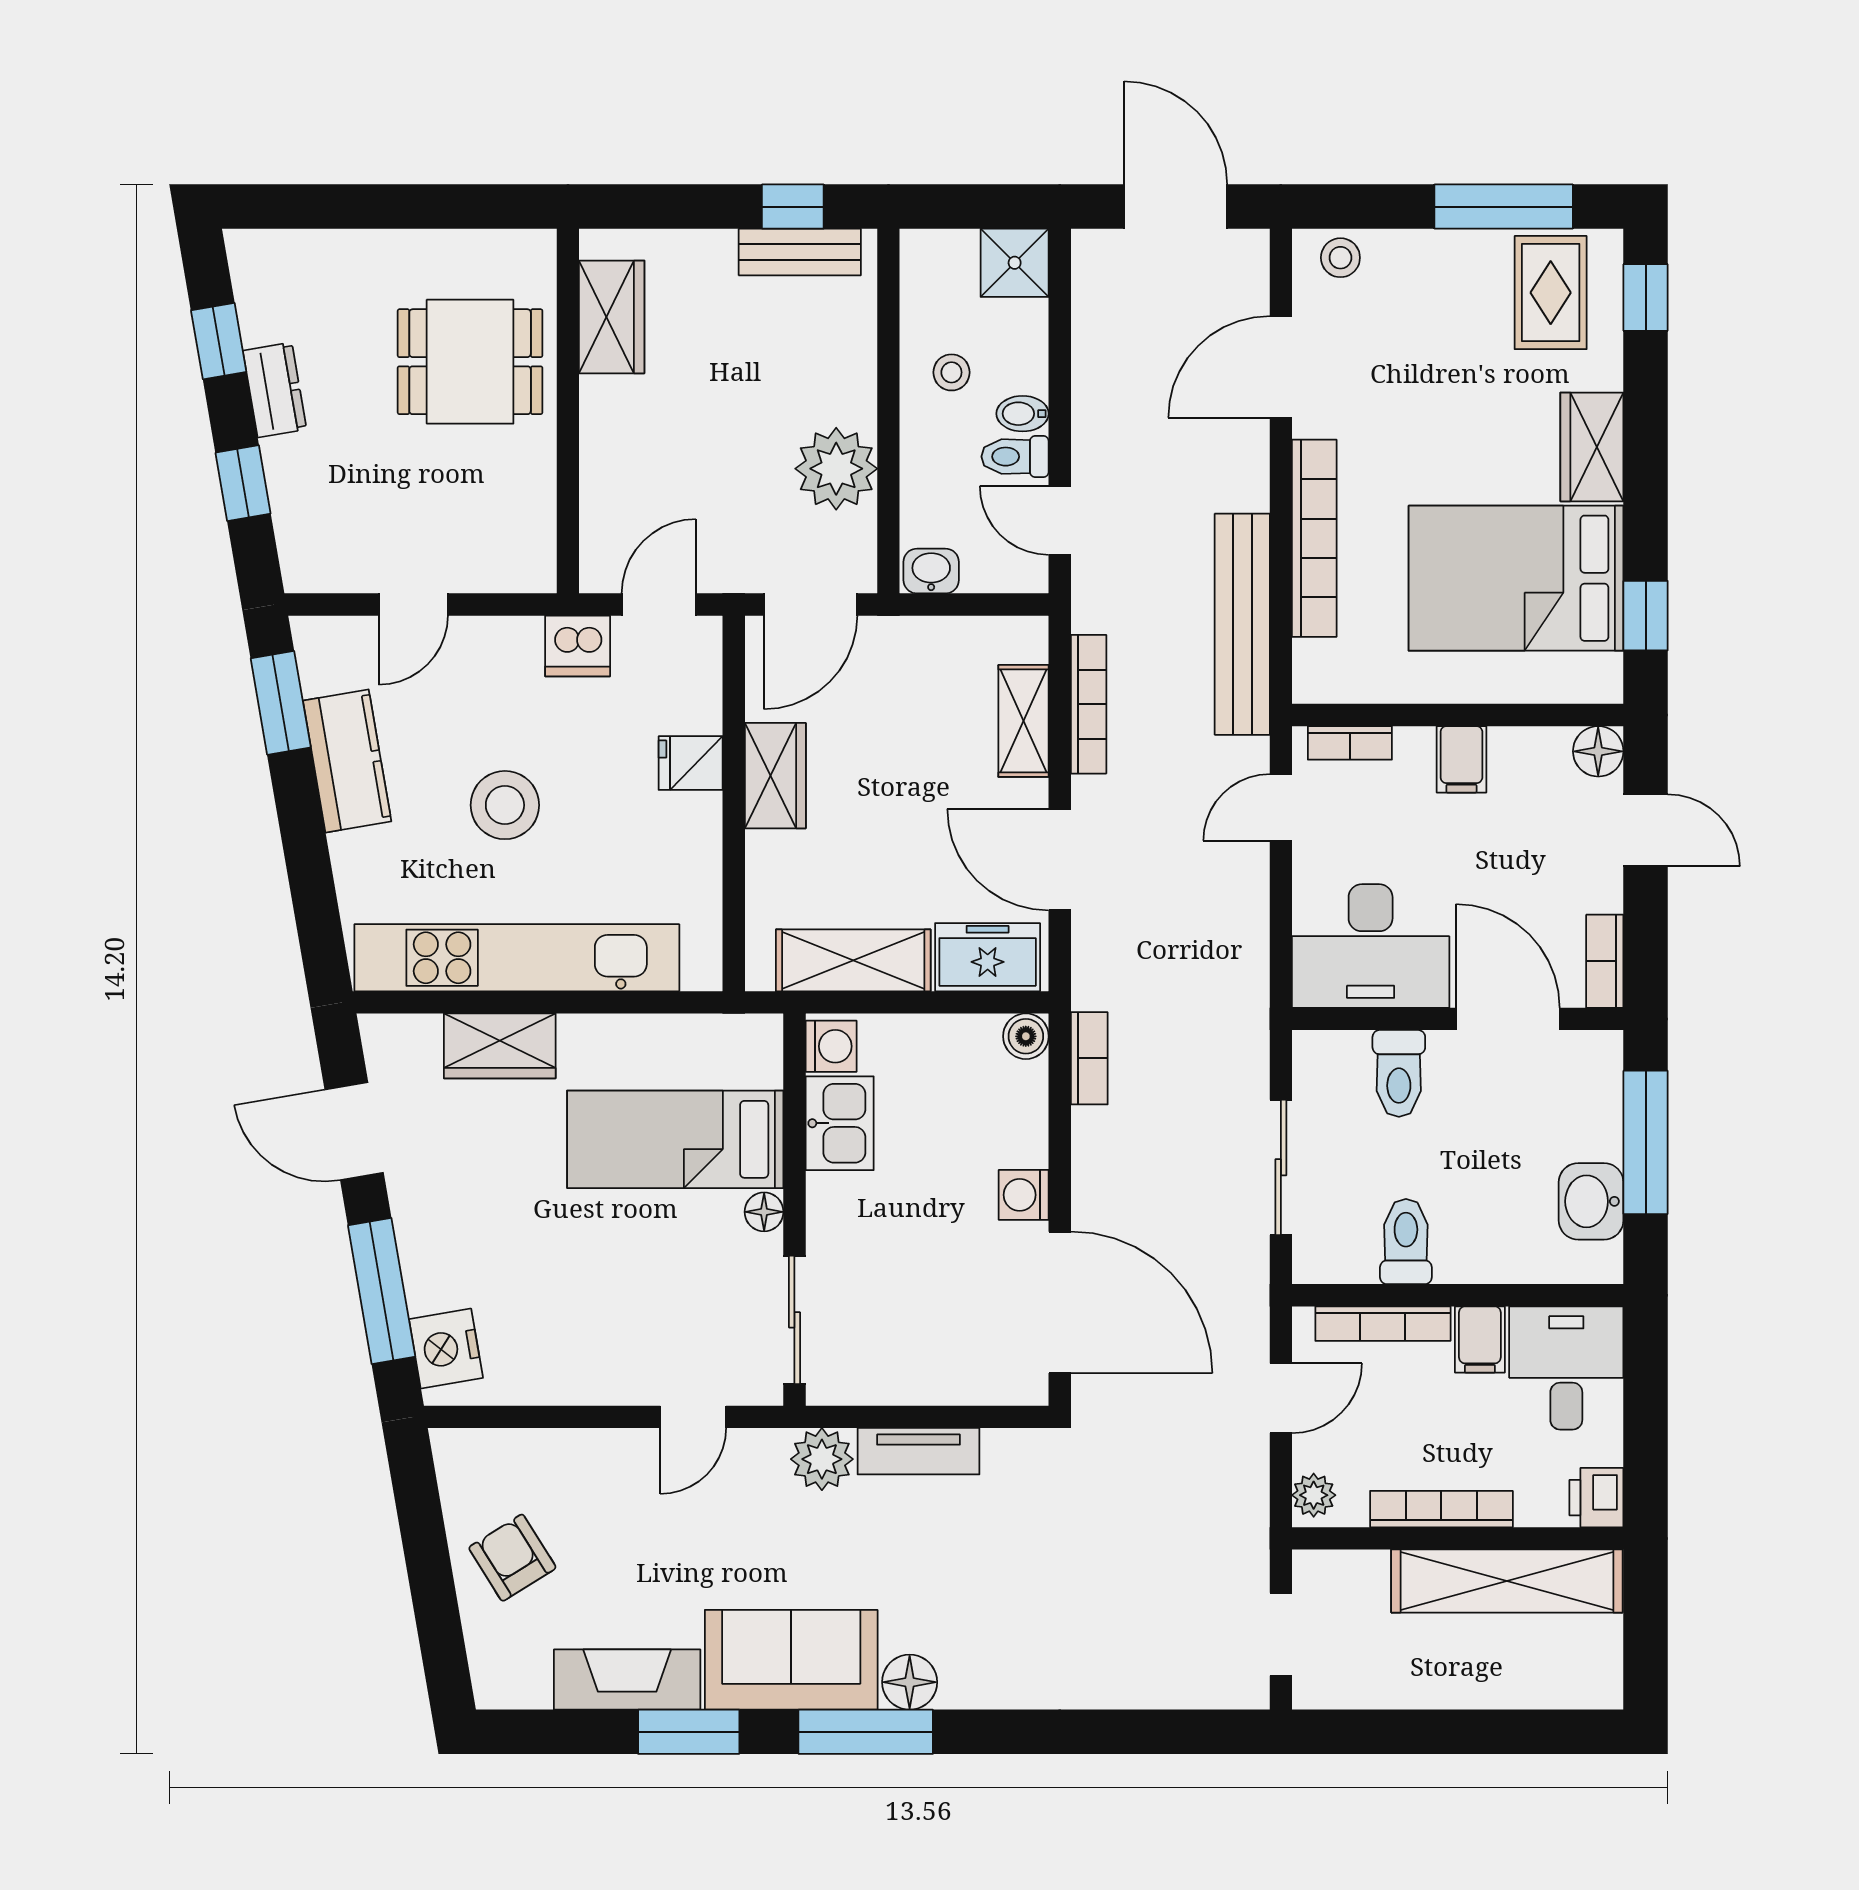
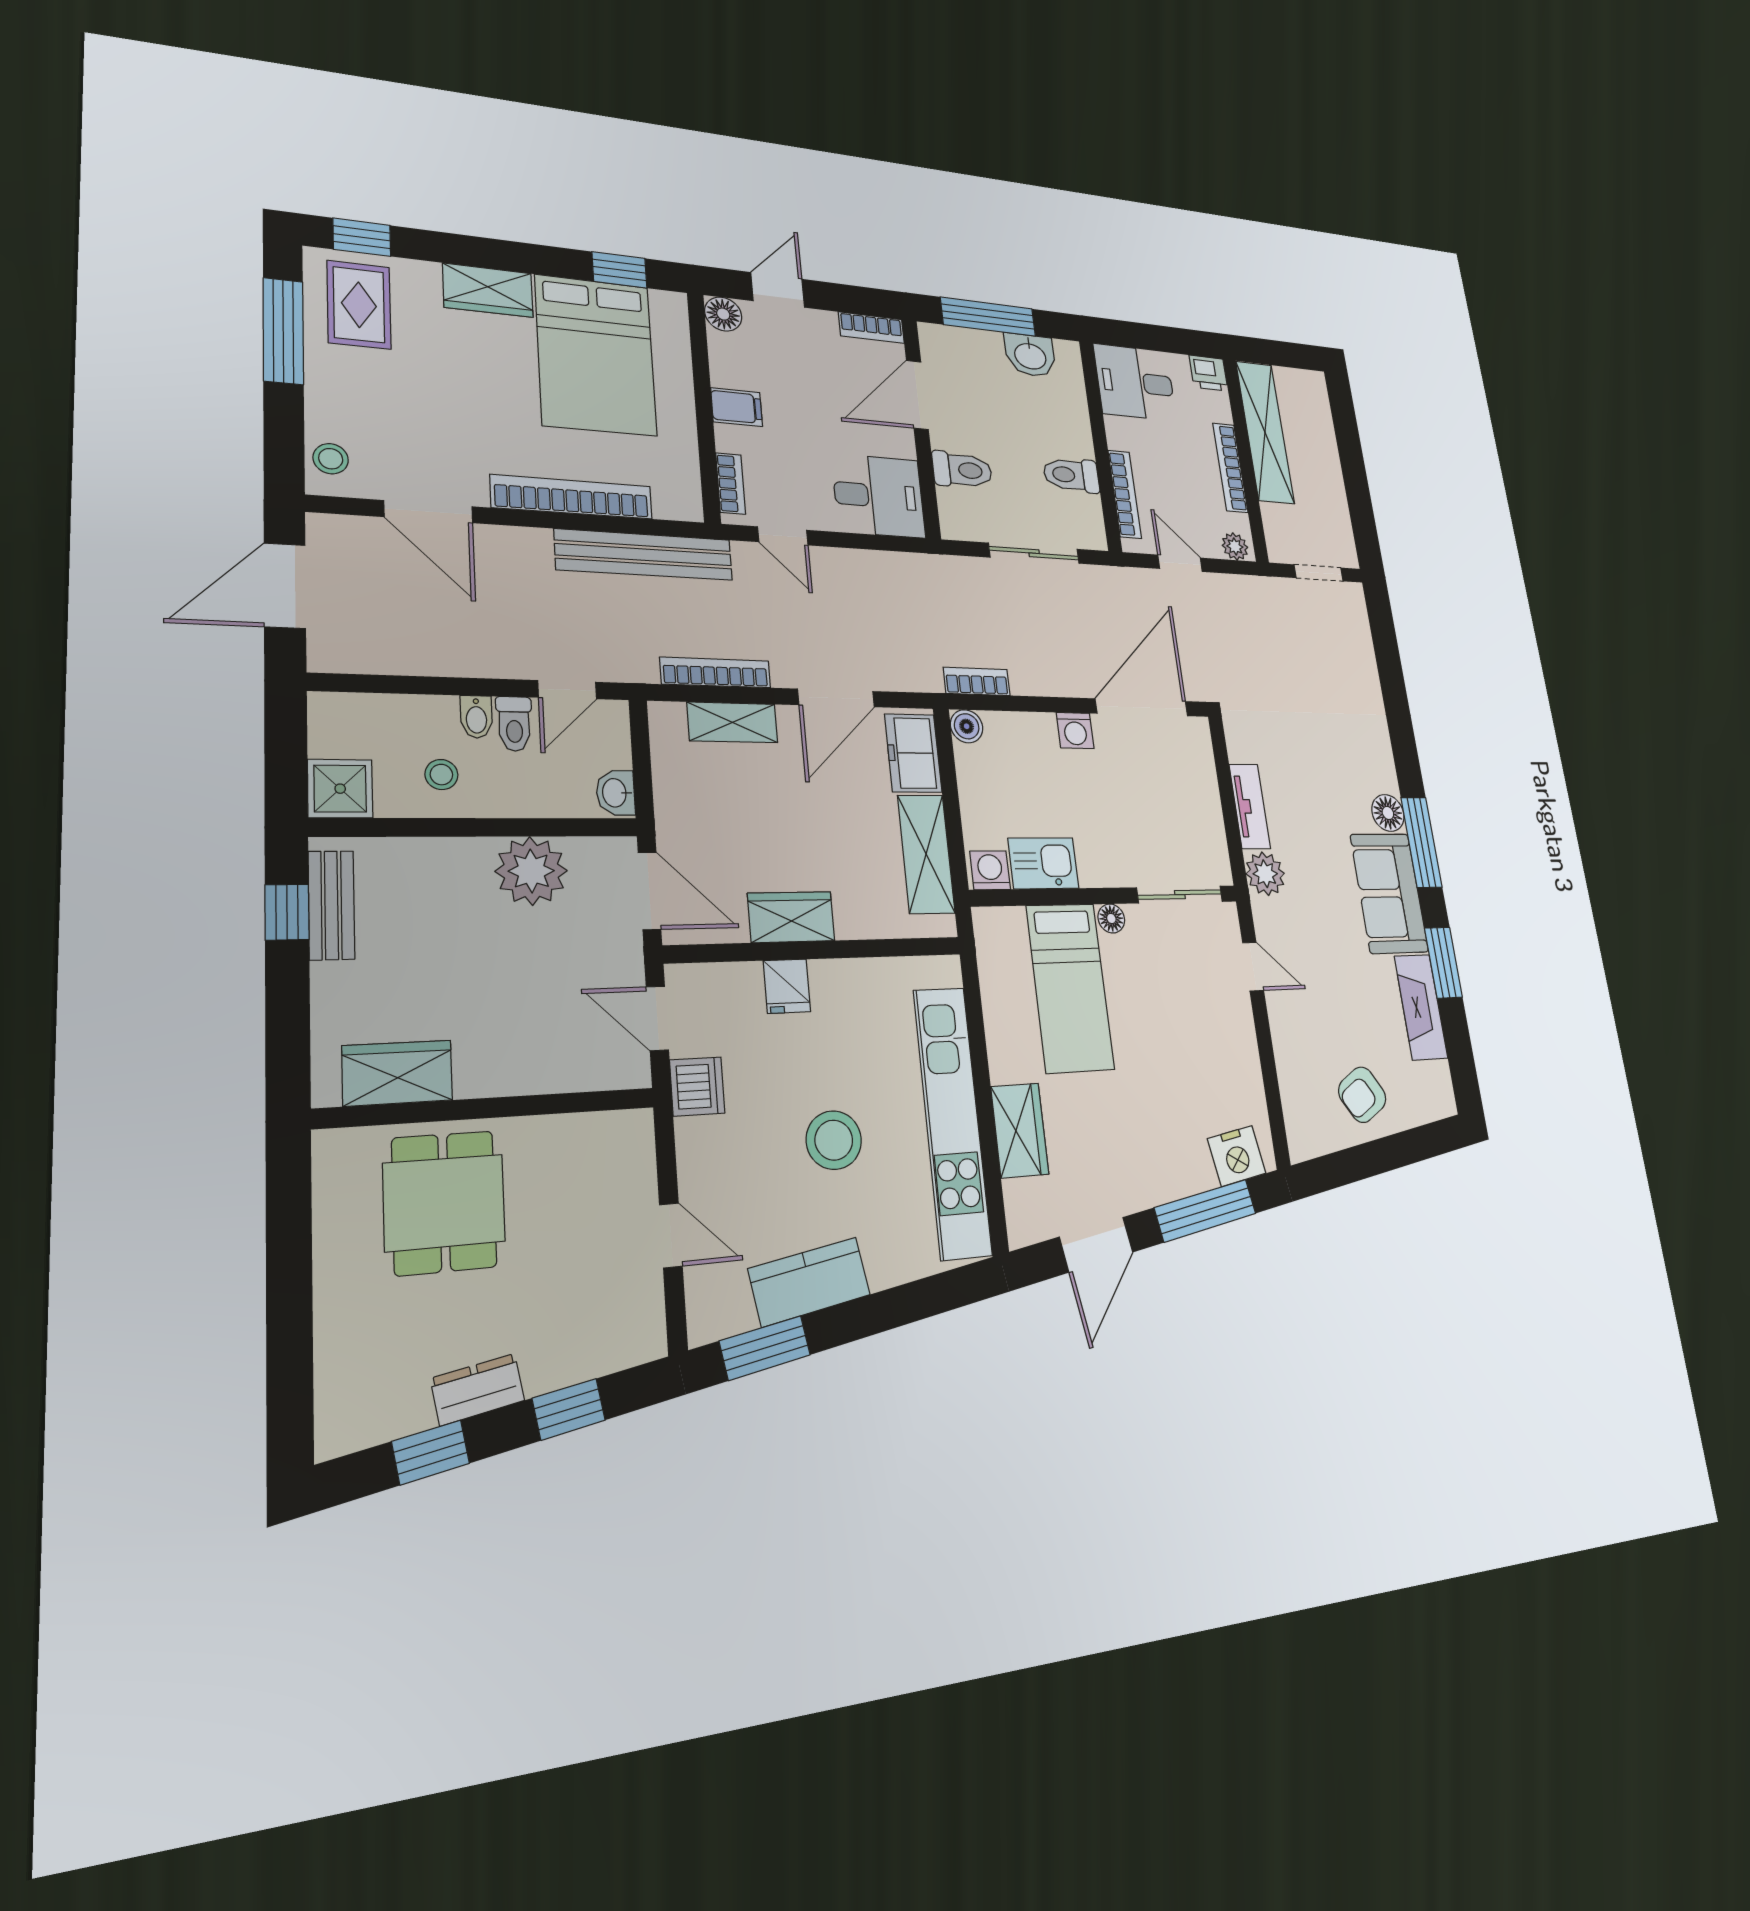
shower: (1015, 263) -> (340, 789), moved
rug: (1551, 293) -> (359, 305), turned 90
desk: (1371, 946) -> (879, 496), width x0.73
filing cabinet: (1480, 1340) -> (1126, 434), removed

